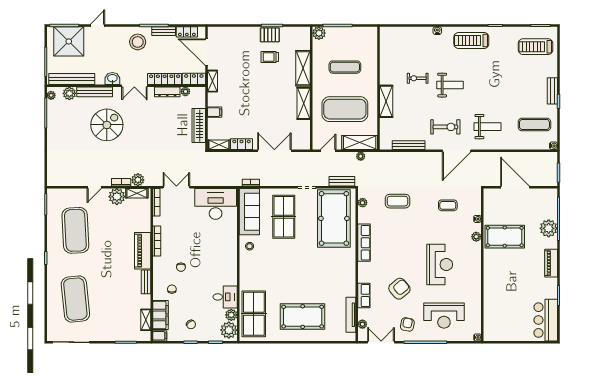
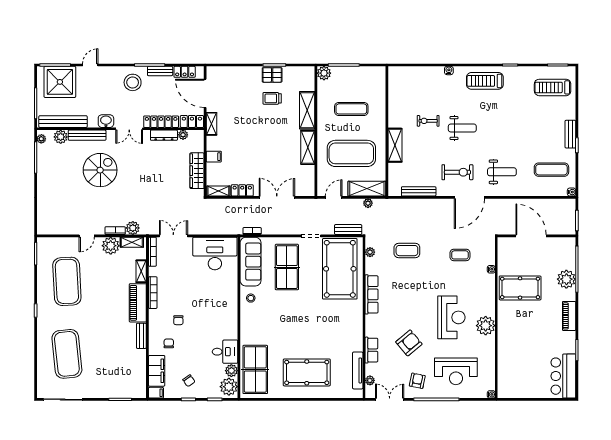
plant: (476, 237) -> (486, 326), moved, width x1.87, depth x1.87
shelving: (146, 320) -> (141, 271), moved

